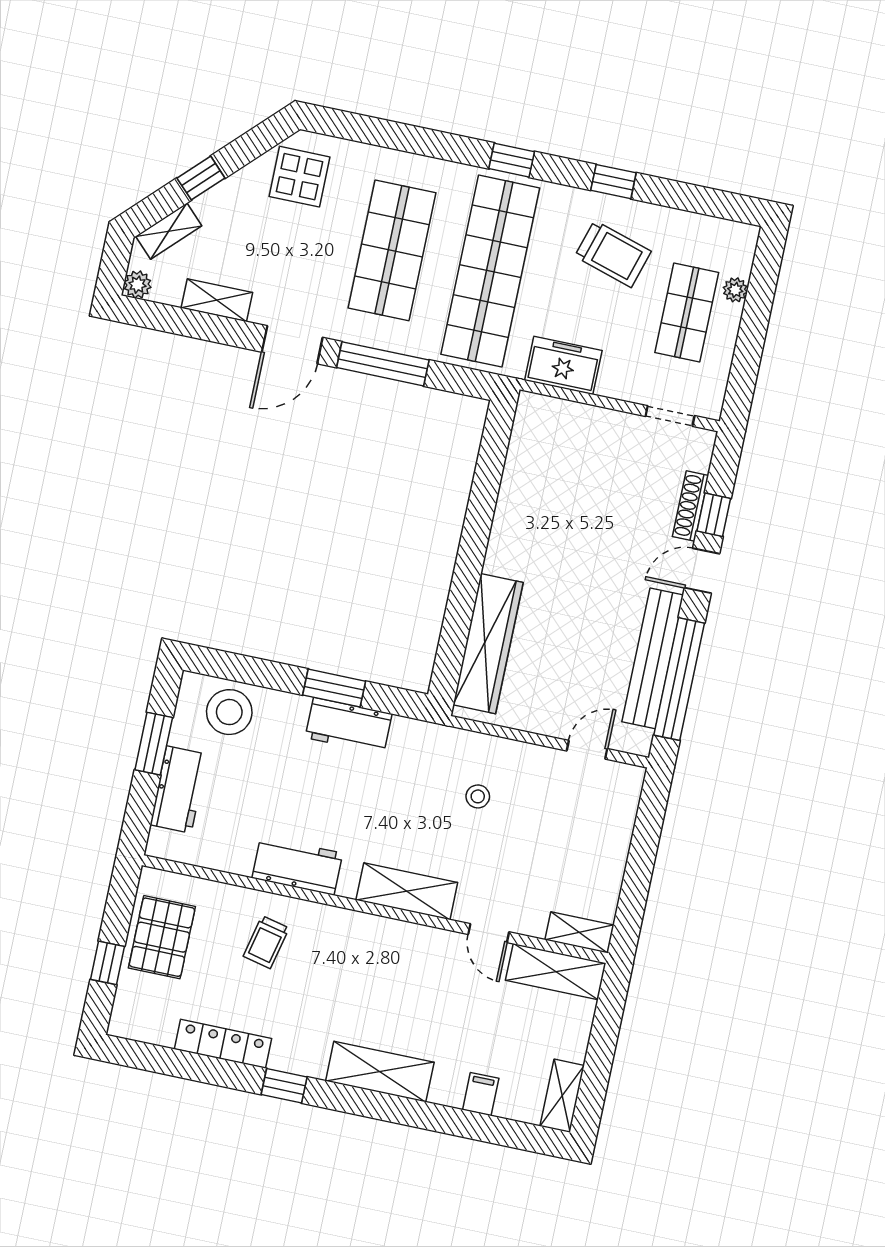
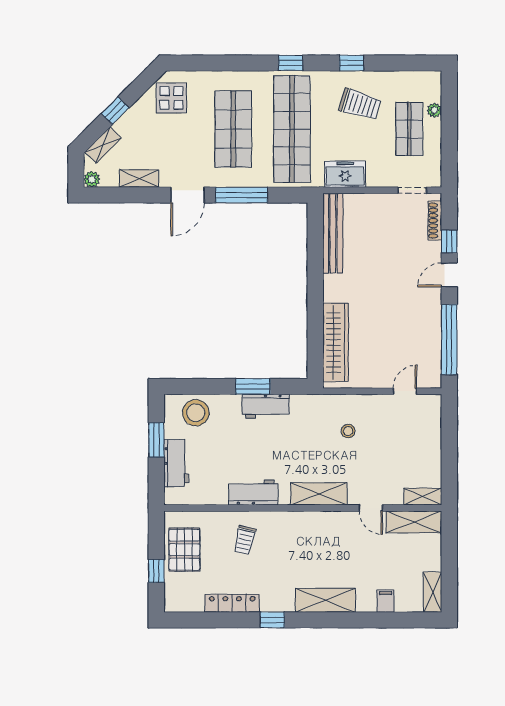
shoe rack: (691, 506) -> (435, 221), moved
bench: (653, 658) -> (333, 233), moved

